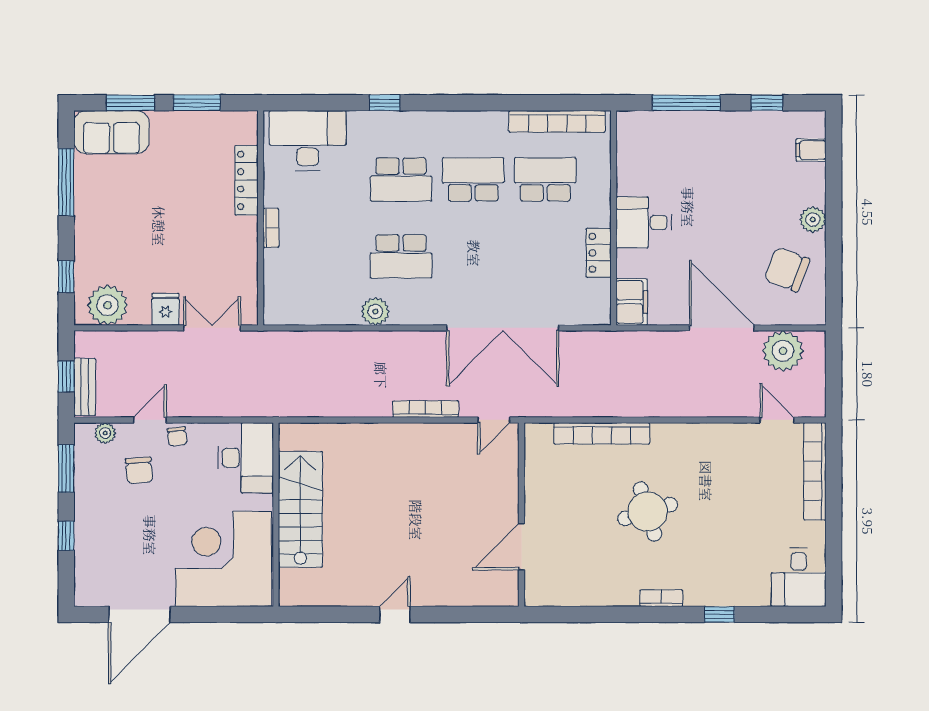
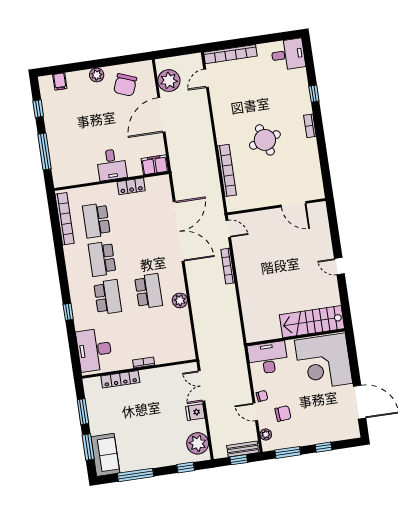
stairs: (300, 509) -> (312, 322), moved

